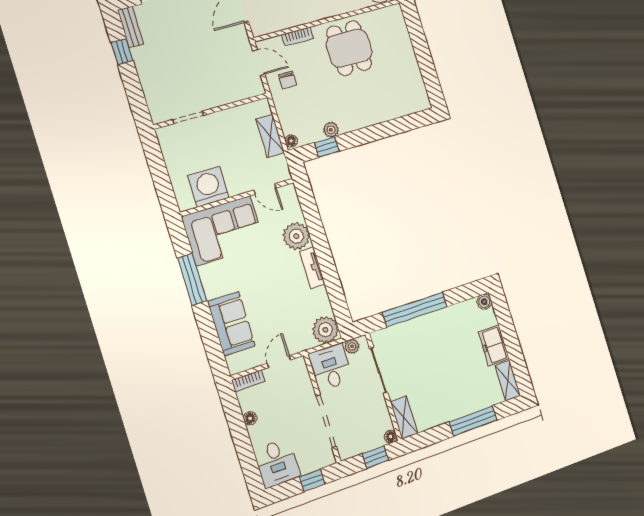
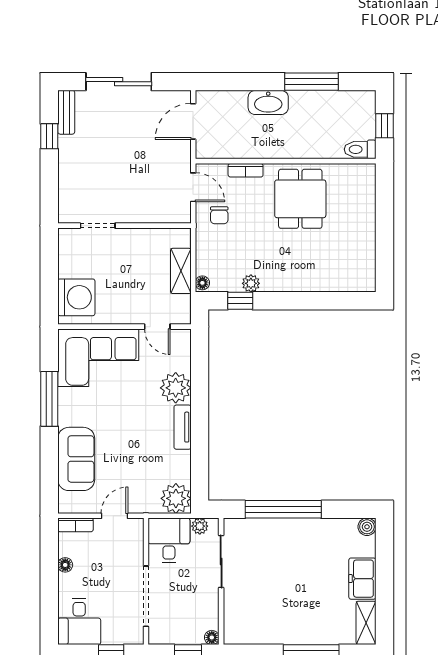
washing machine: (208, 187) -> (76, 297), moved, turned 90
shelving: (404, 418) -> (233, 622), removed

